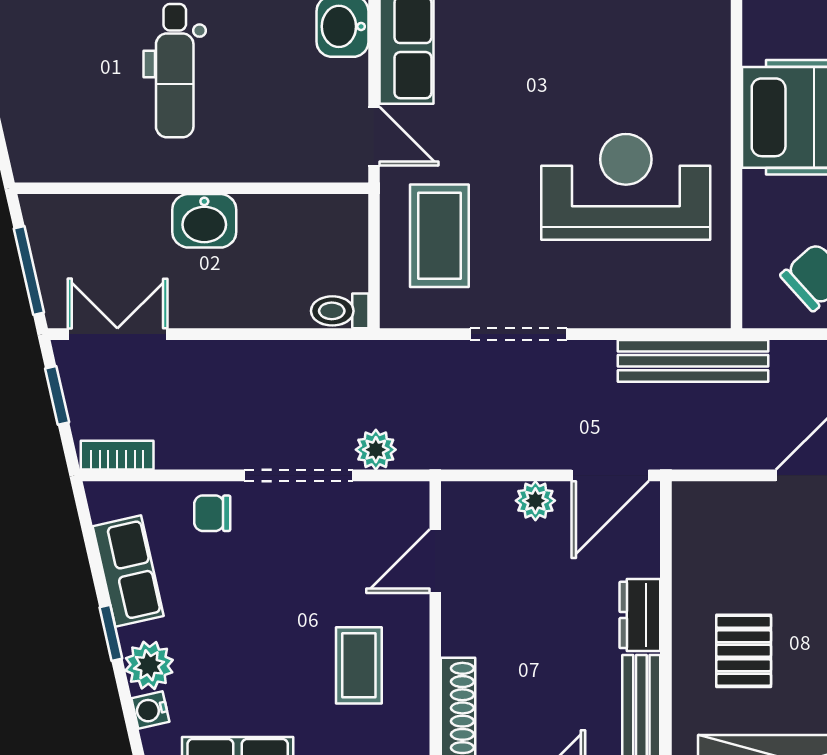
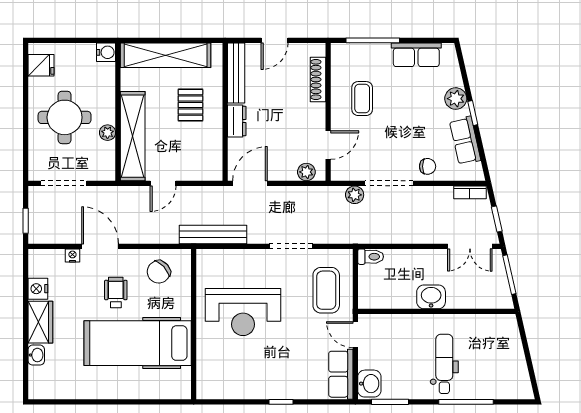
plant: (535, 501) -> (306, 172), moved
water cooler: (150, 710) -> (455, 79), removed

